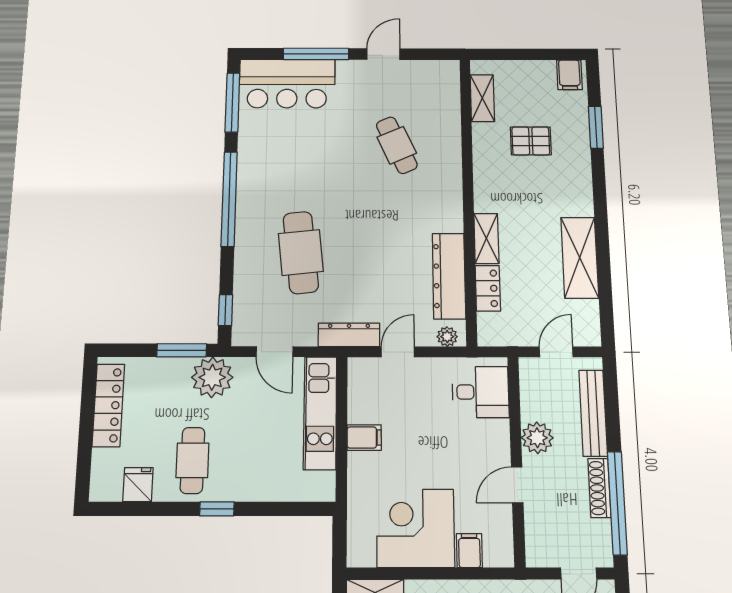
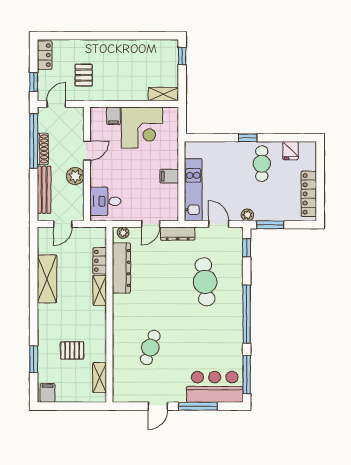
cafe table: (397, 145) -> (150, 348), turned 42
plant: (212, 377) -> (247, 215), width x0.53, depth x0.53

